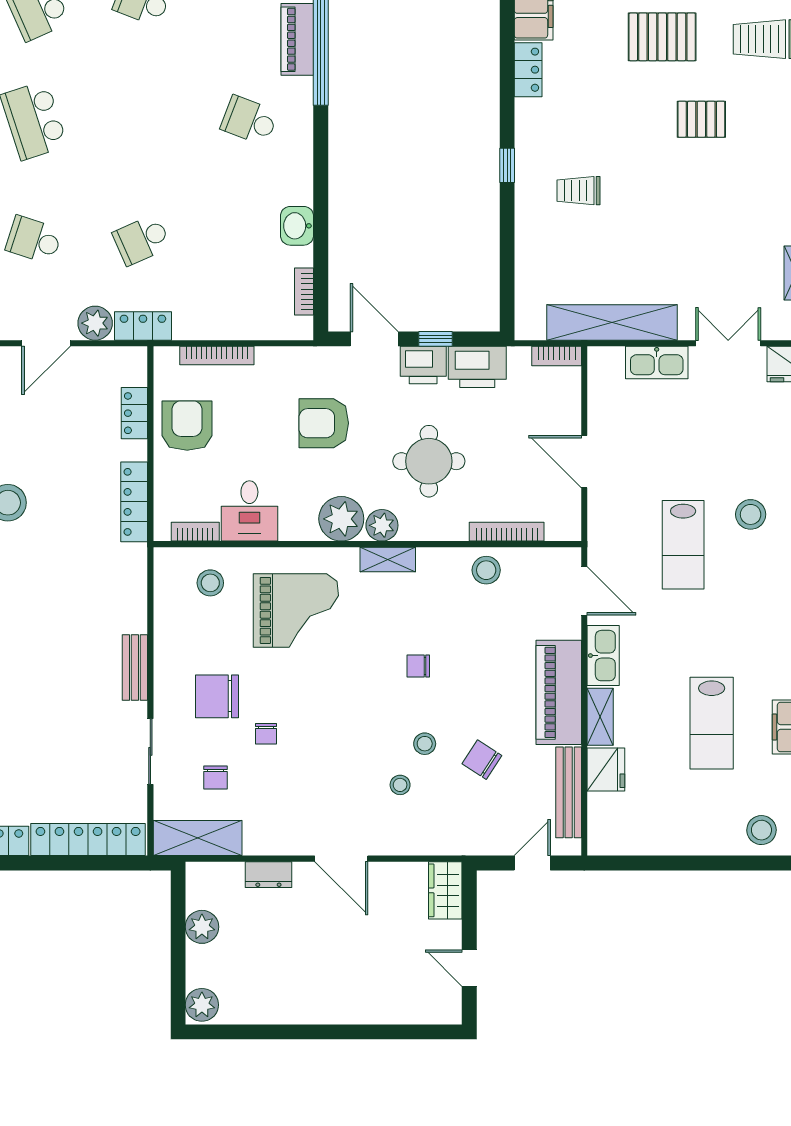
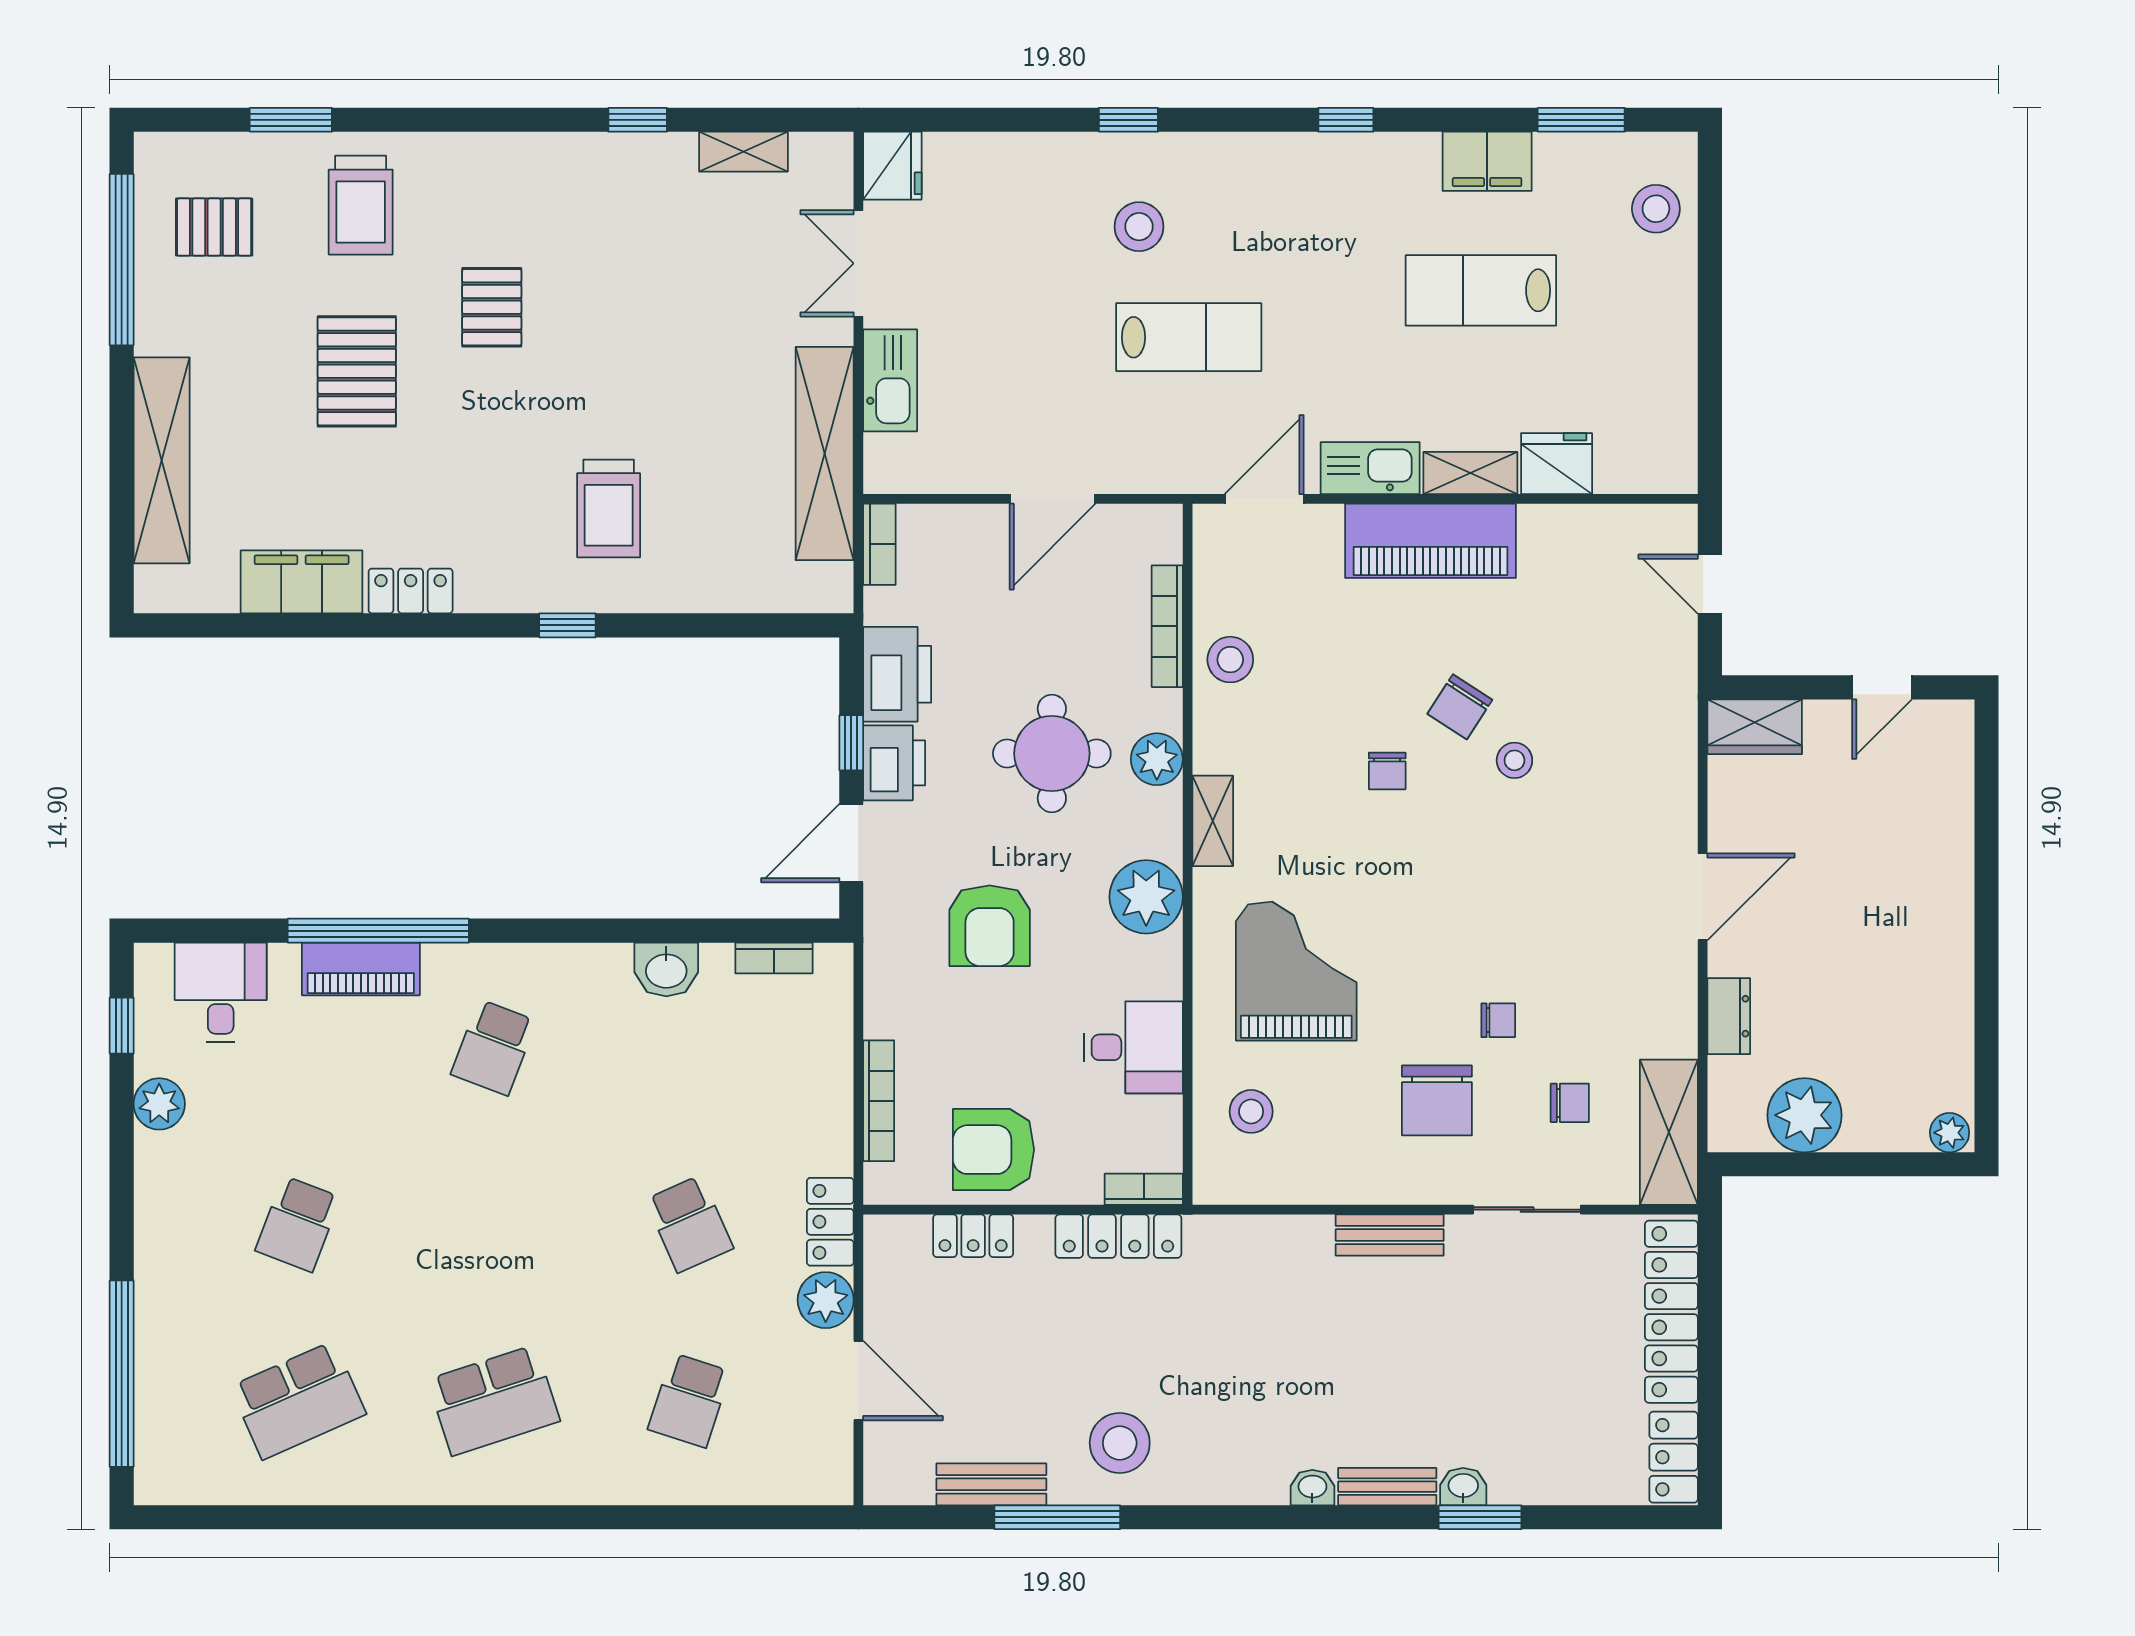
trolley: (579, 191) -> (609, 508), width x1.36, depth x1.39
plant: (382, 525) -> (1157, 759), moved
bookcase: (195, 532) -> (1144, 1189), moved, turned 90
lab bench: (712, 723) -> (1481, 290), turned 180
chair: (482, 760) -> (1460, 707), moved
stool: (400, 785) -> (1582, 801), removed
bench: (569, 792) -> (1594, 525), removed
plant: (202, 927) -> (1804, 1115), width x1.36, depth x1.36
plant: (202, 1005) -> (1950, 1133), width x0.73, depth x0.73

